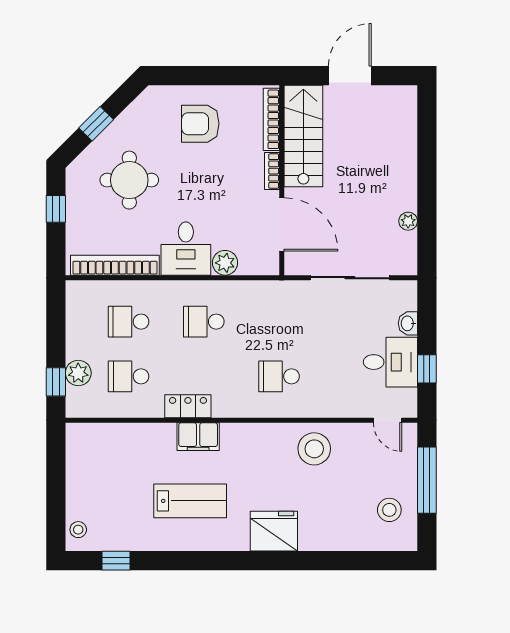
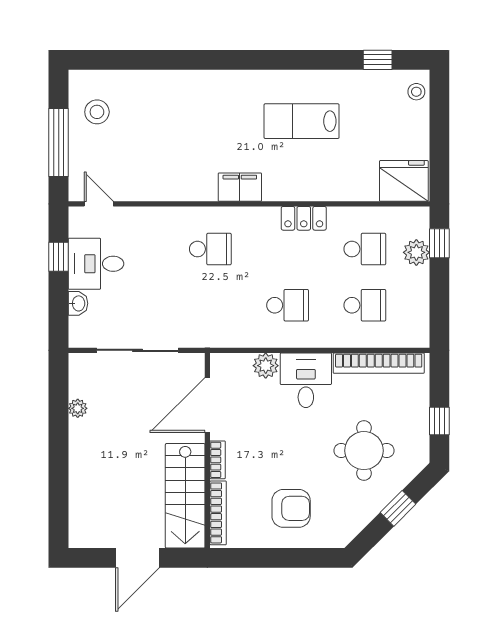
door: (282, 224) -> (207, 405), hinge flipped
filing cabinet: (198, 437) -> (240, 187), moved
stool: (314, 449) -> (174, 175), removed
fridge: (274, 531) -> (404, 181), moved, turned 180

